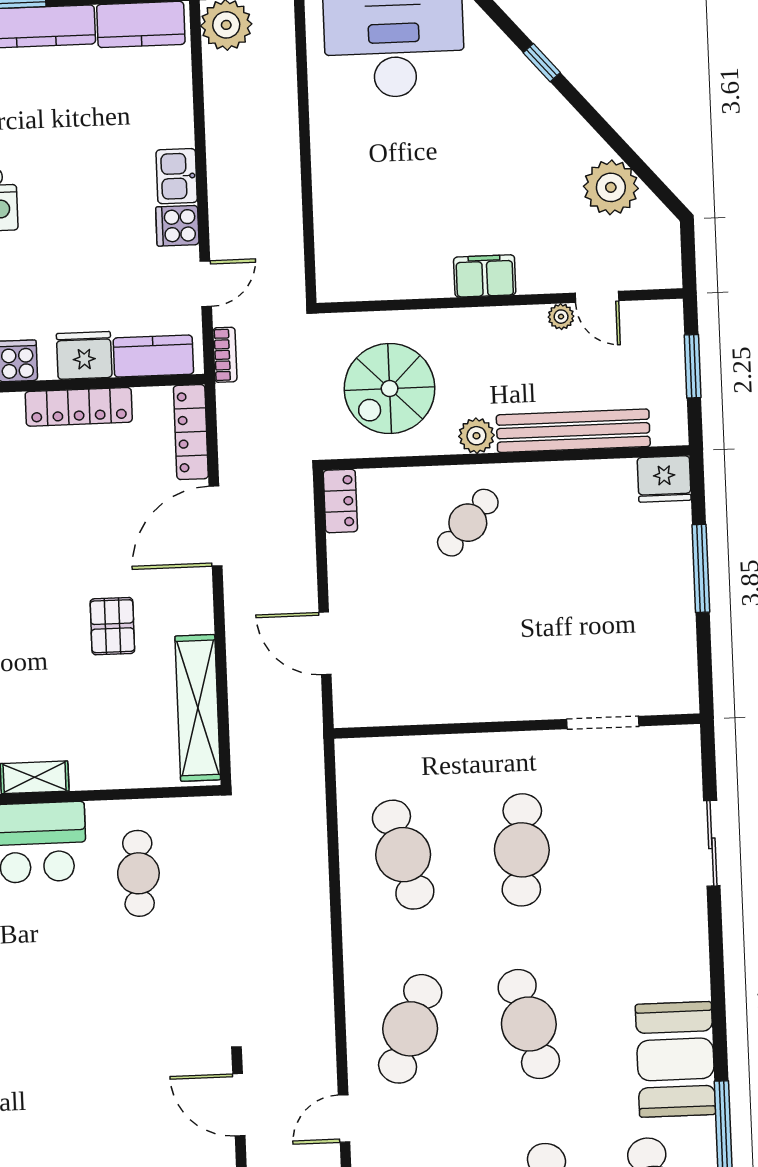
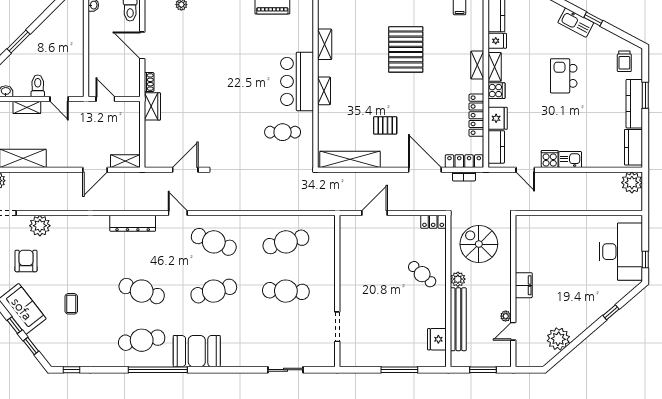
bookcase: (225, 355) -> (464, 176), moved
fridge: (664, 479) -> (437, 339), moved

